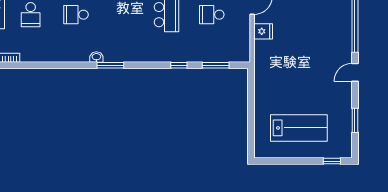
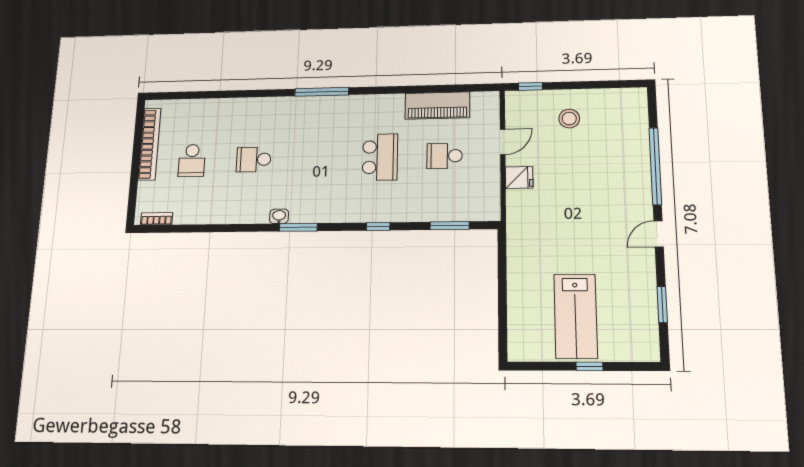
window: (179, 65) -> (378, 226), moved
lab bench: (299, 128) -> (576, 316), turned 90
window: (332, 161) -> (589, 366), moved

